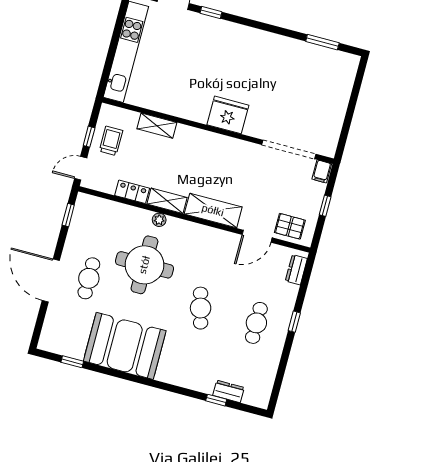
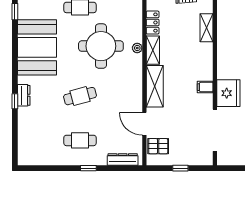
fridge: (228, 115) -> (228, 93), moved
filing cabinet: (322, 171) -> (205, 87), moved
pallet: (290, 226) -> (158, 146), turned 90
dresser: (296, 270) -> (123, 160), width x1.44
dresser: (229, 391) -> (24, 95), moved
window: (216, 400) -> (15, 101), moved

